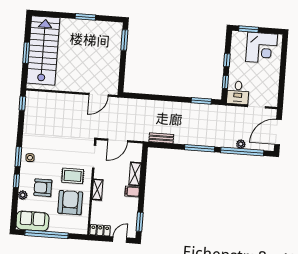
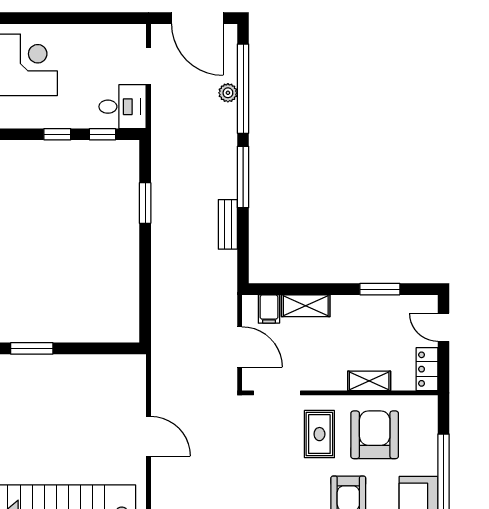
door: (99, 95) -> (148, 436), moved
window: (201, 101) -> (145, 203), moved
bench: (161, 138) -> (228, 224), moved
shelving: (97, 190) -> (369, 381), moved
filing cabinet: (132, 192) -> (269, 309), moved
armchair: (70, 203) -> (375, 435), turned 90
window: (140, 222) -> (380, 289), moved

